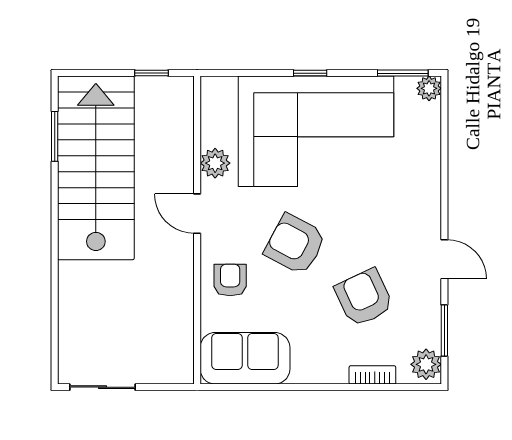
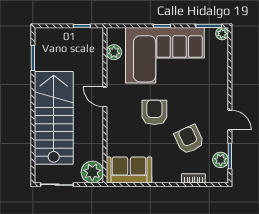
plant: (215, 163) -> (114, 52), moved
stairs: (96, 168) -> (54, 118), moved
armchair: (295, 244) -> (154, 112), turned 62
armchair: (230, 280) -> (122, 130), removed
plant: (172, 362) -> (92, 172), added
plant: (426, 364) -> (221, 160), moved

